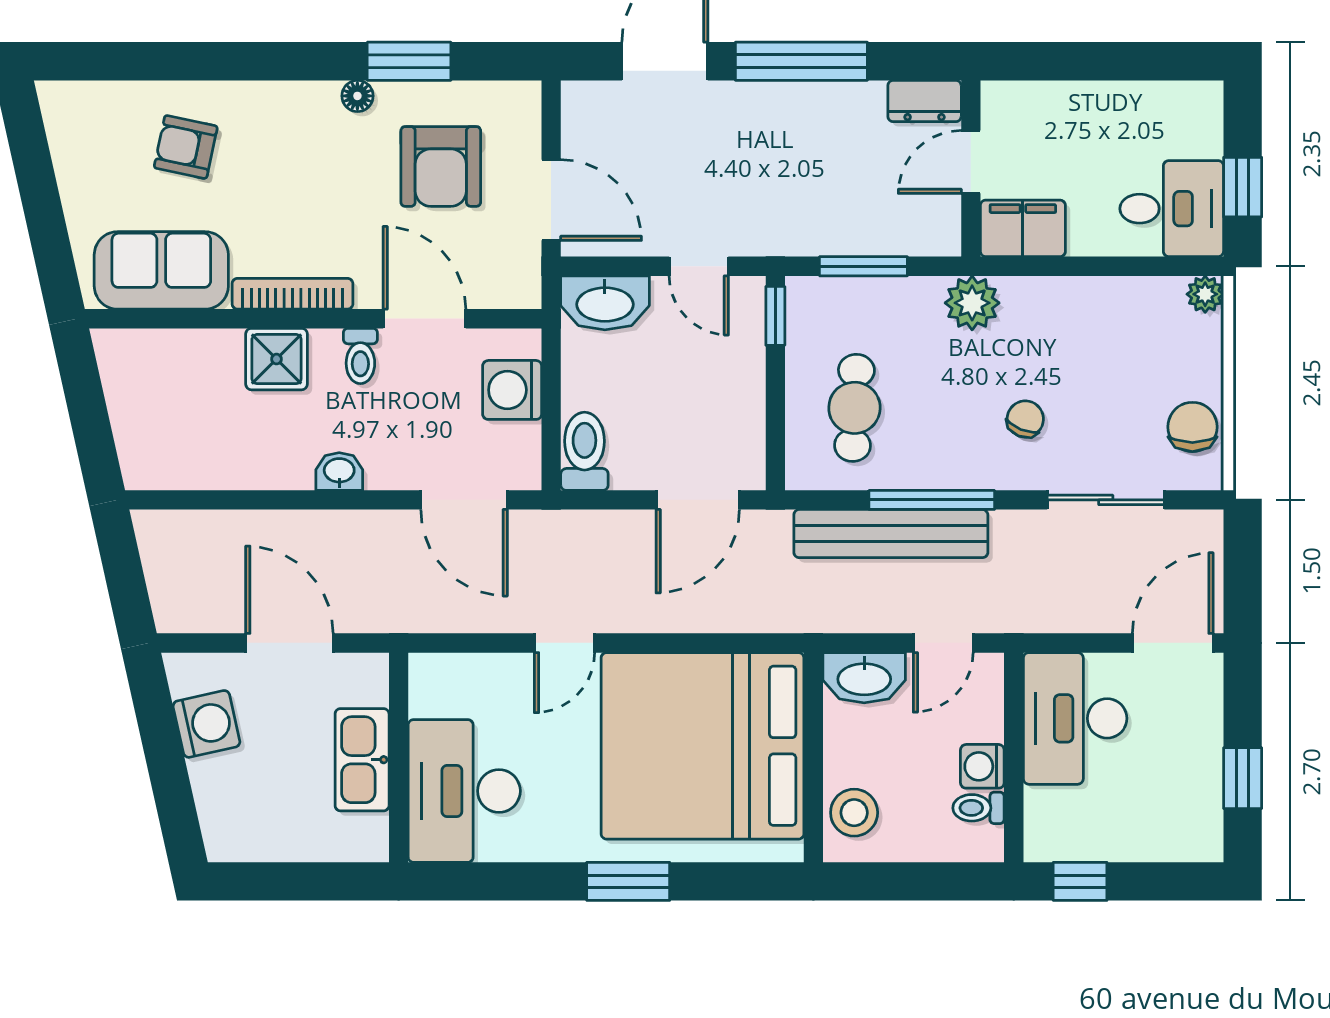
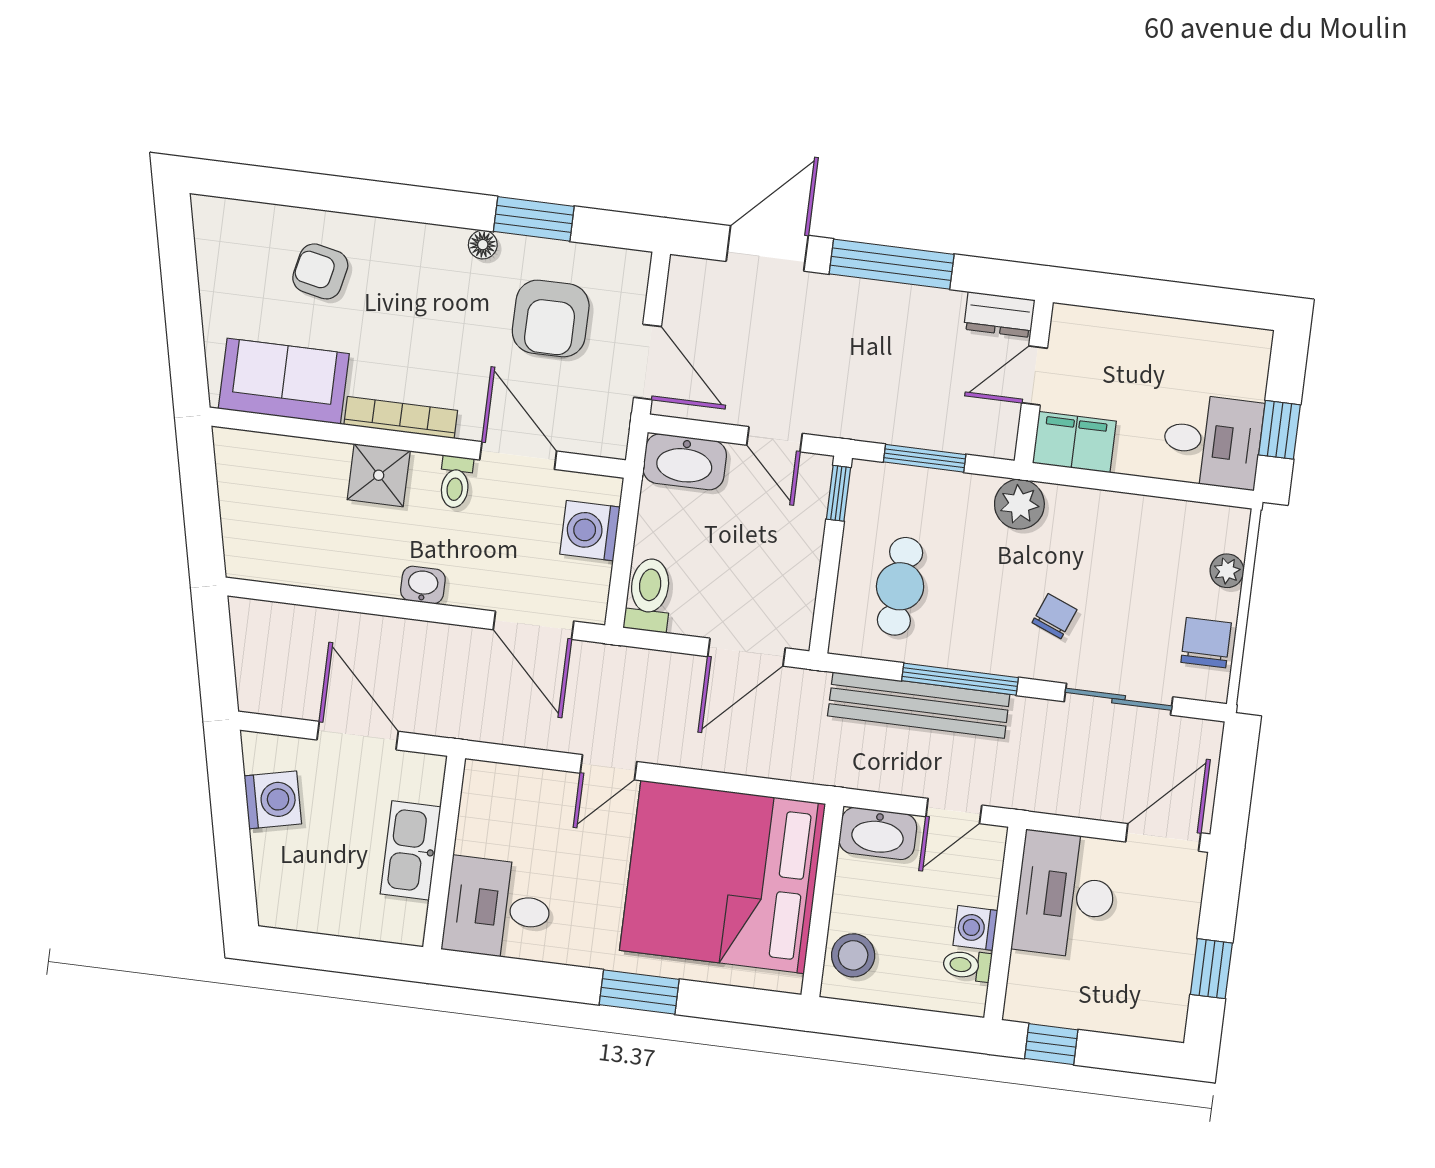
plant: (1205, 294) -> (1227, 571), moved
desk: (464, 791) -> (498, 908), width x0.73

